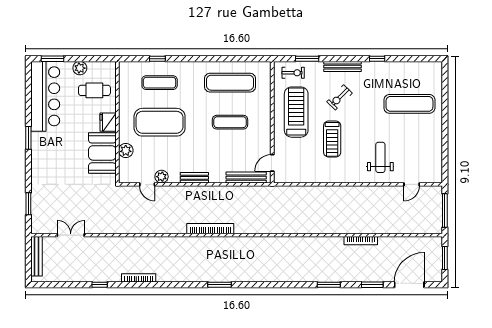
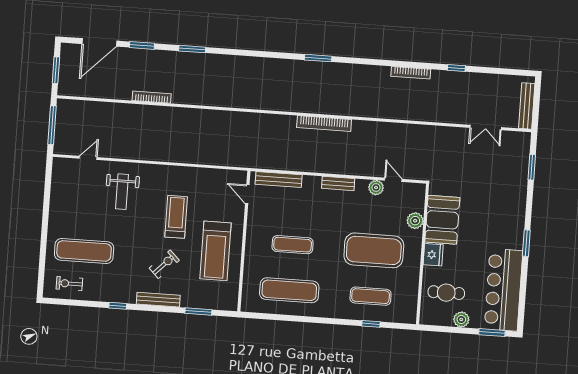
exercise bike: (293, 73) -> (69, 284), moved
door: (272, 163) -> (247, 194), swing flipped

